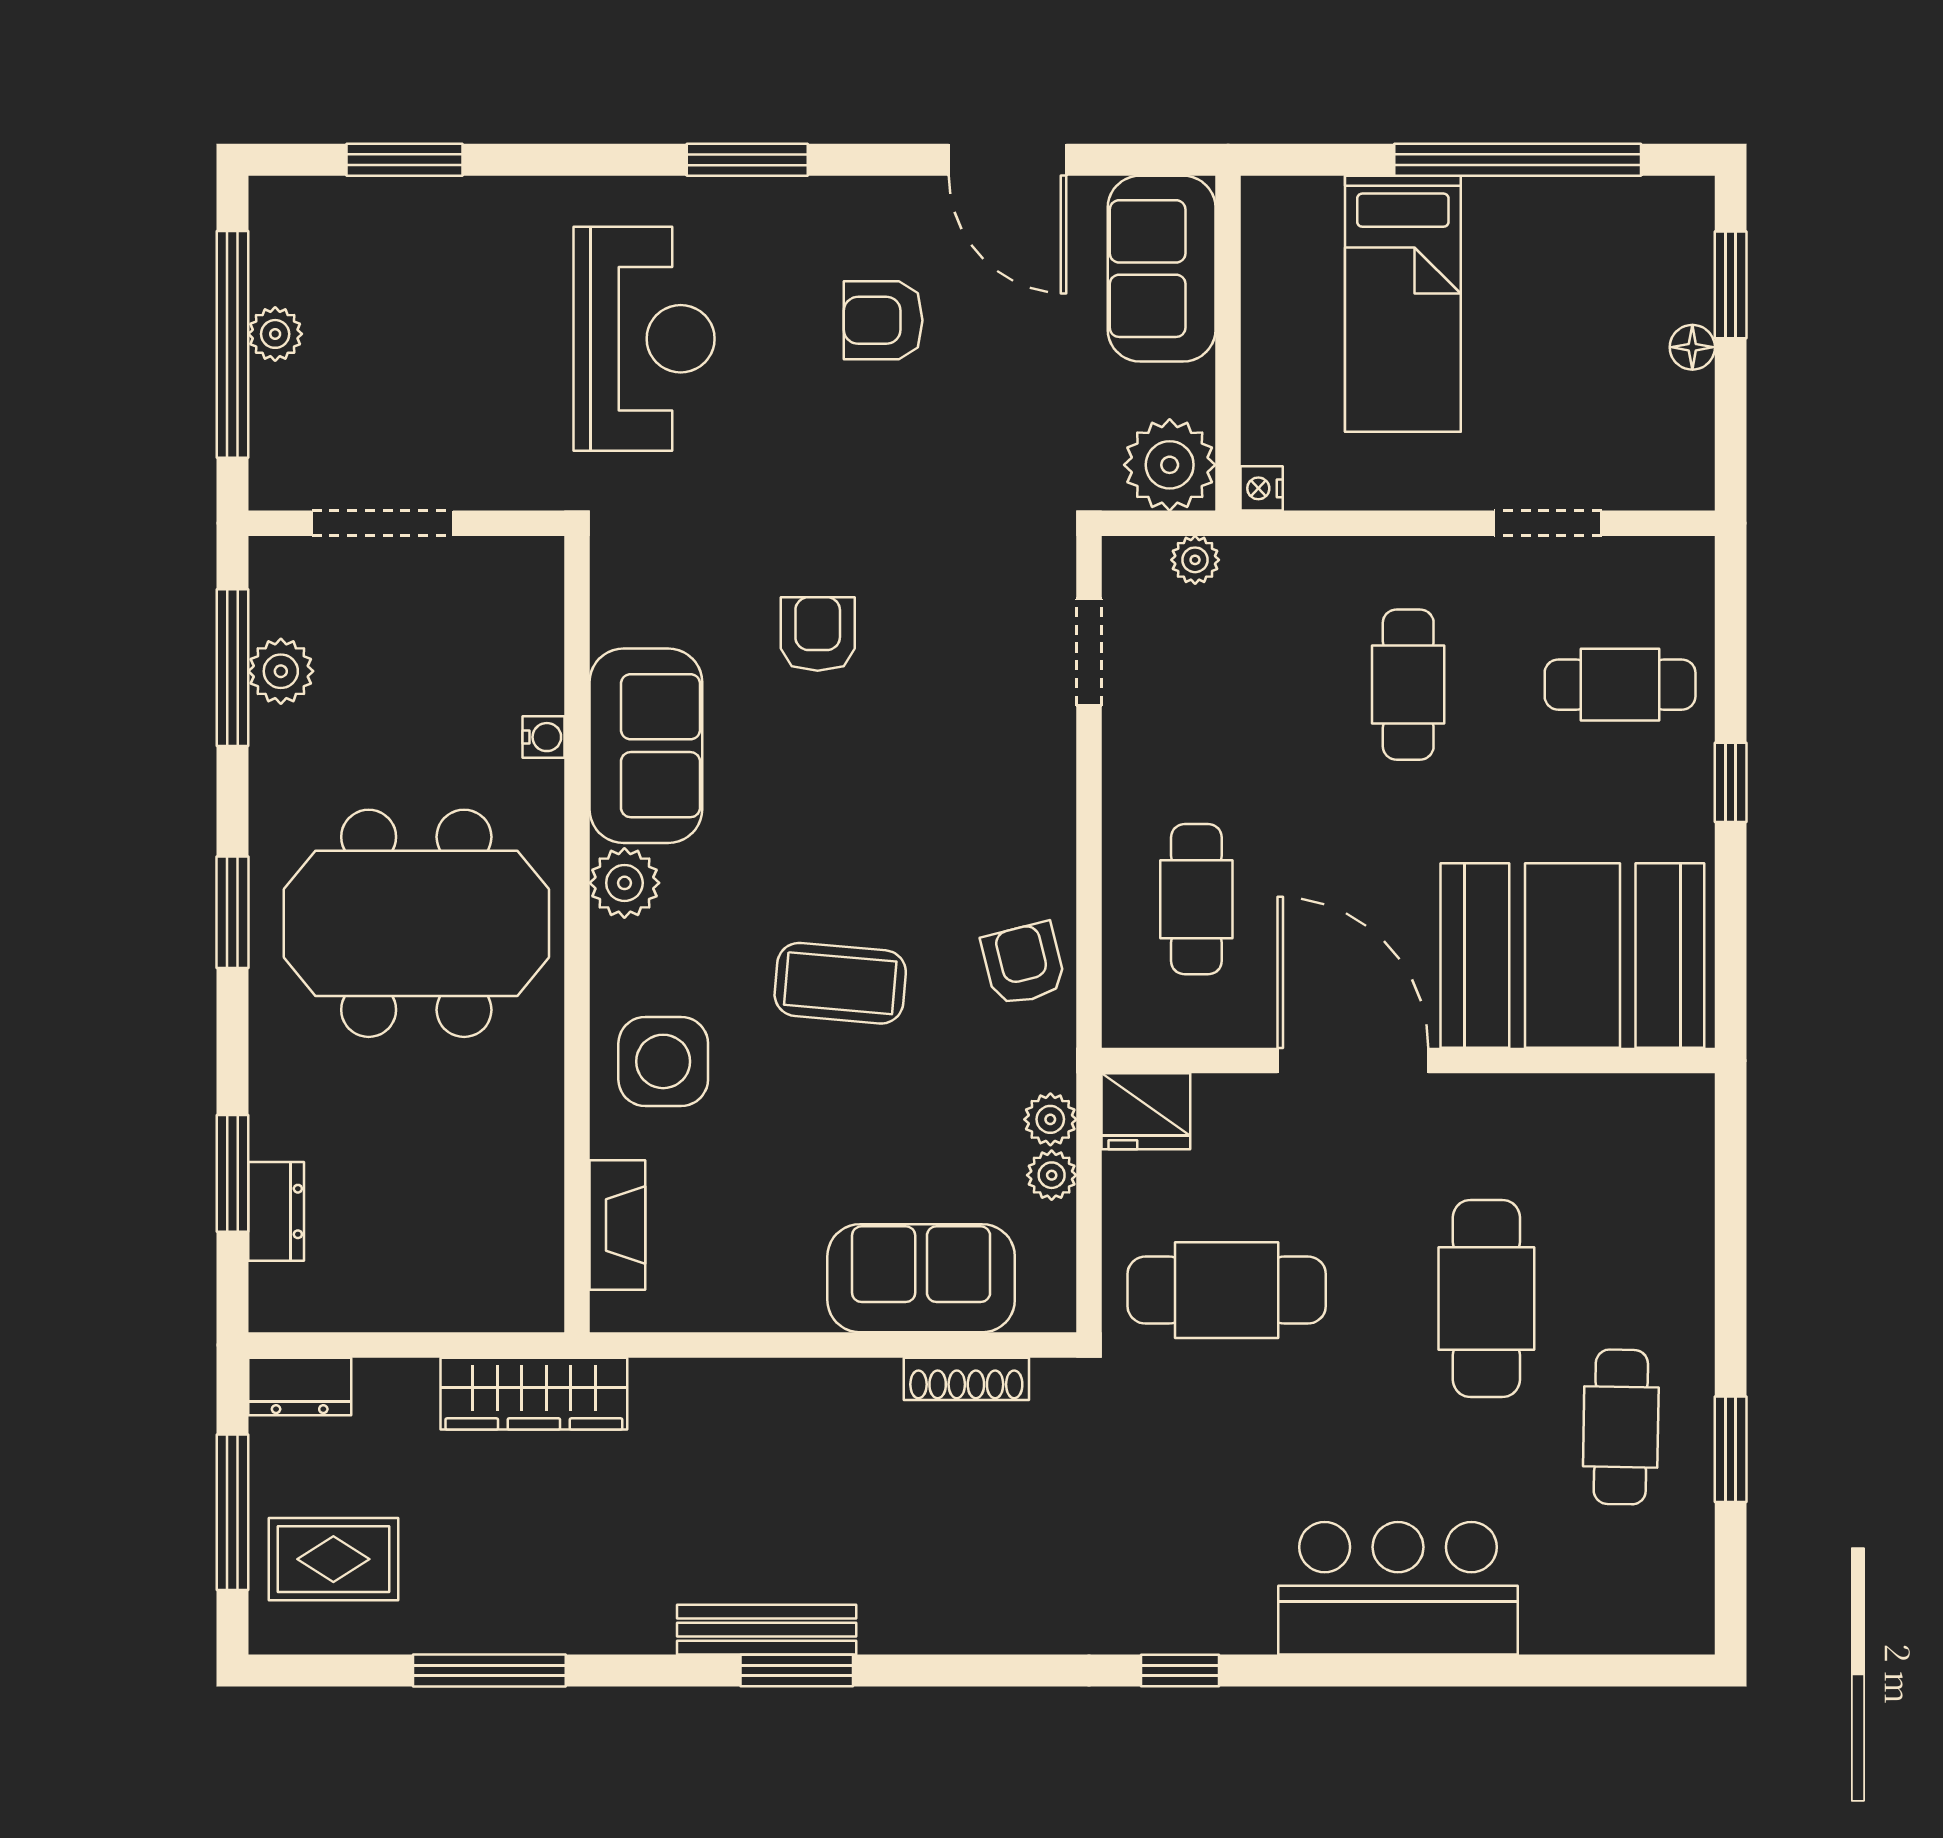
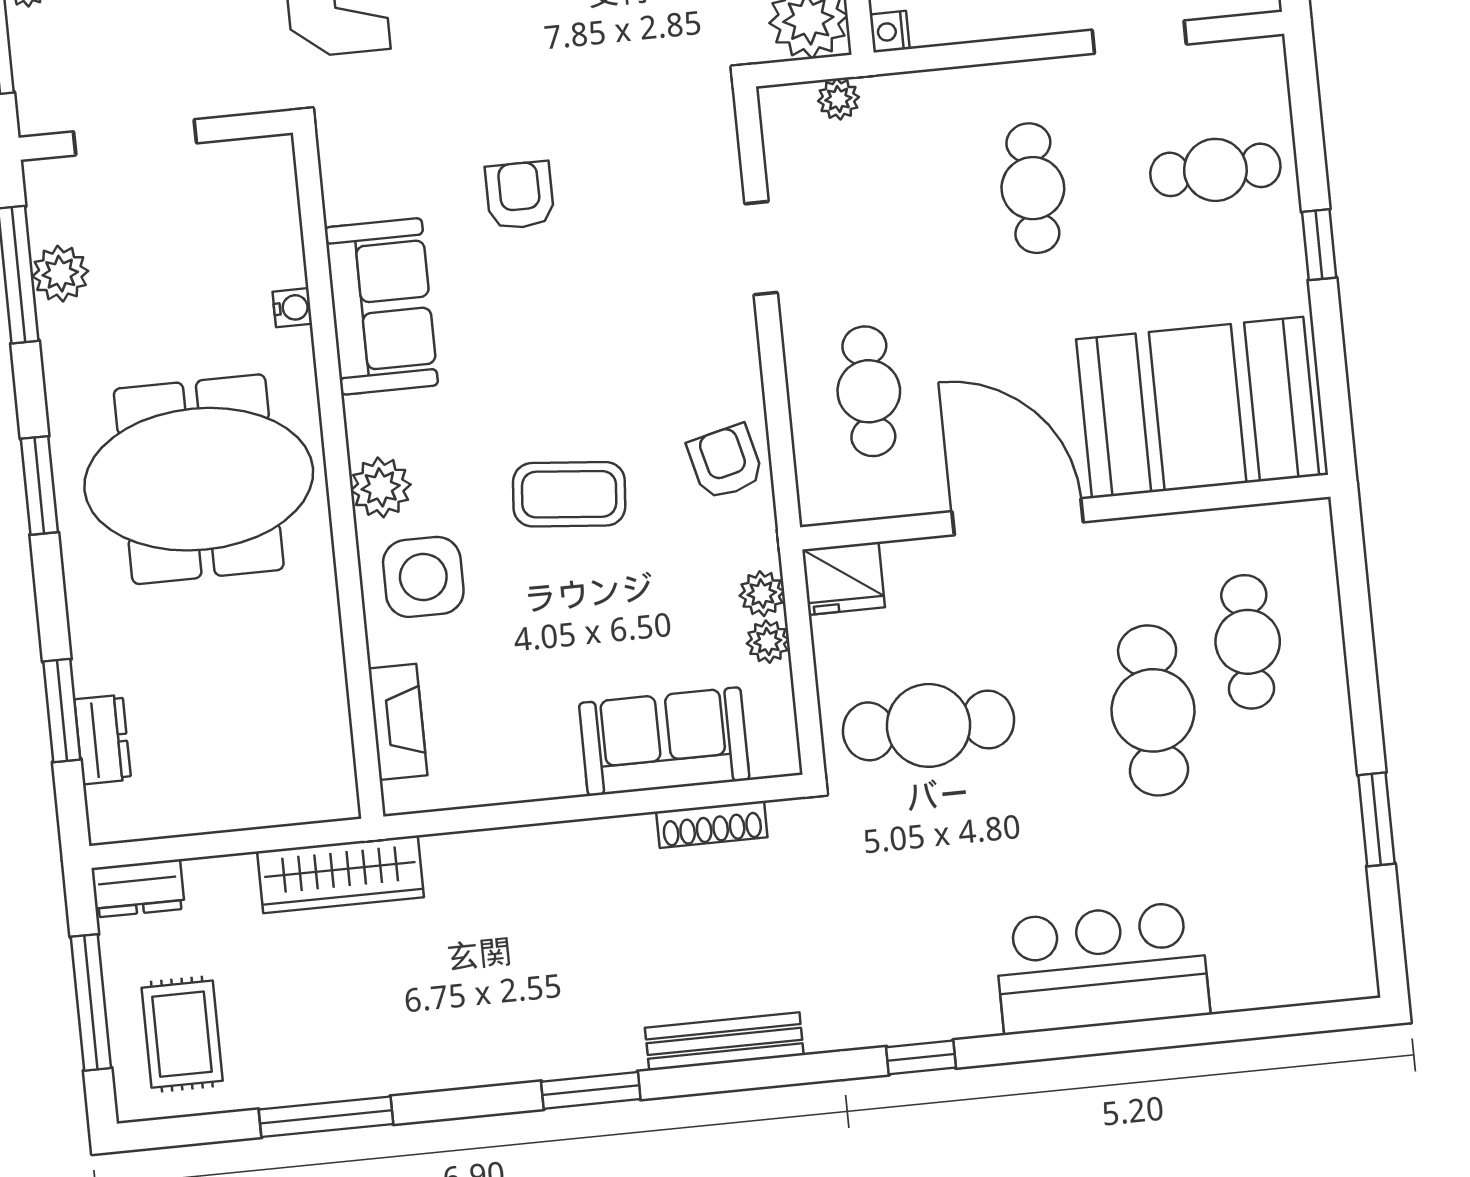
doorway: (1089, 652) -> (761, 248), moved
plant: (624, 883) -> (381, 487), moved
cafe table: (1621, 1427) -> (1248, 642), moved
rug: (333, 1559) -> (182, 1034), turned 90
bench: (767, 1630) -> (724, 1041), moved

